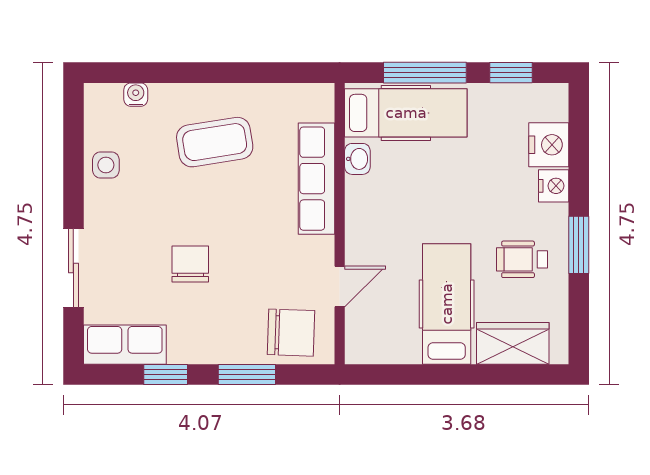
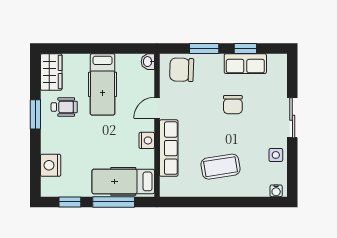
water cooler: (136, 95) -> (276, 191), moved
washbasin: (357, 159) -> (148, 62), moved
nightstand: (554, 186) -> (147, 140), moved, turned 180
sliding door: (73, 268) -> (292, 118), moved
door: (340, 287) -> (157, 108), moved
wardrobe: (513, 343) -> (51, 72), moved, turned -90
row of seats: (125, 345) -> (245, 64), moved

